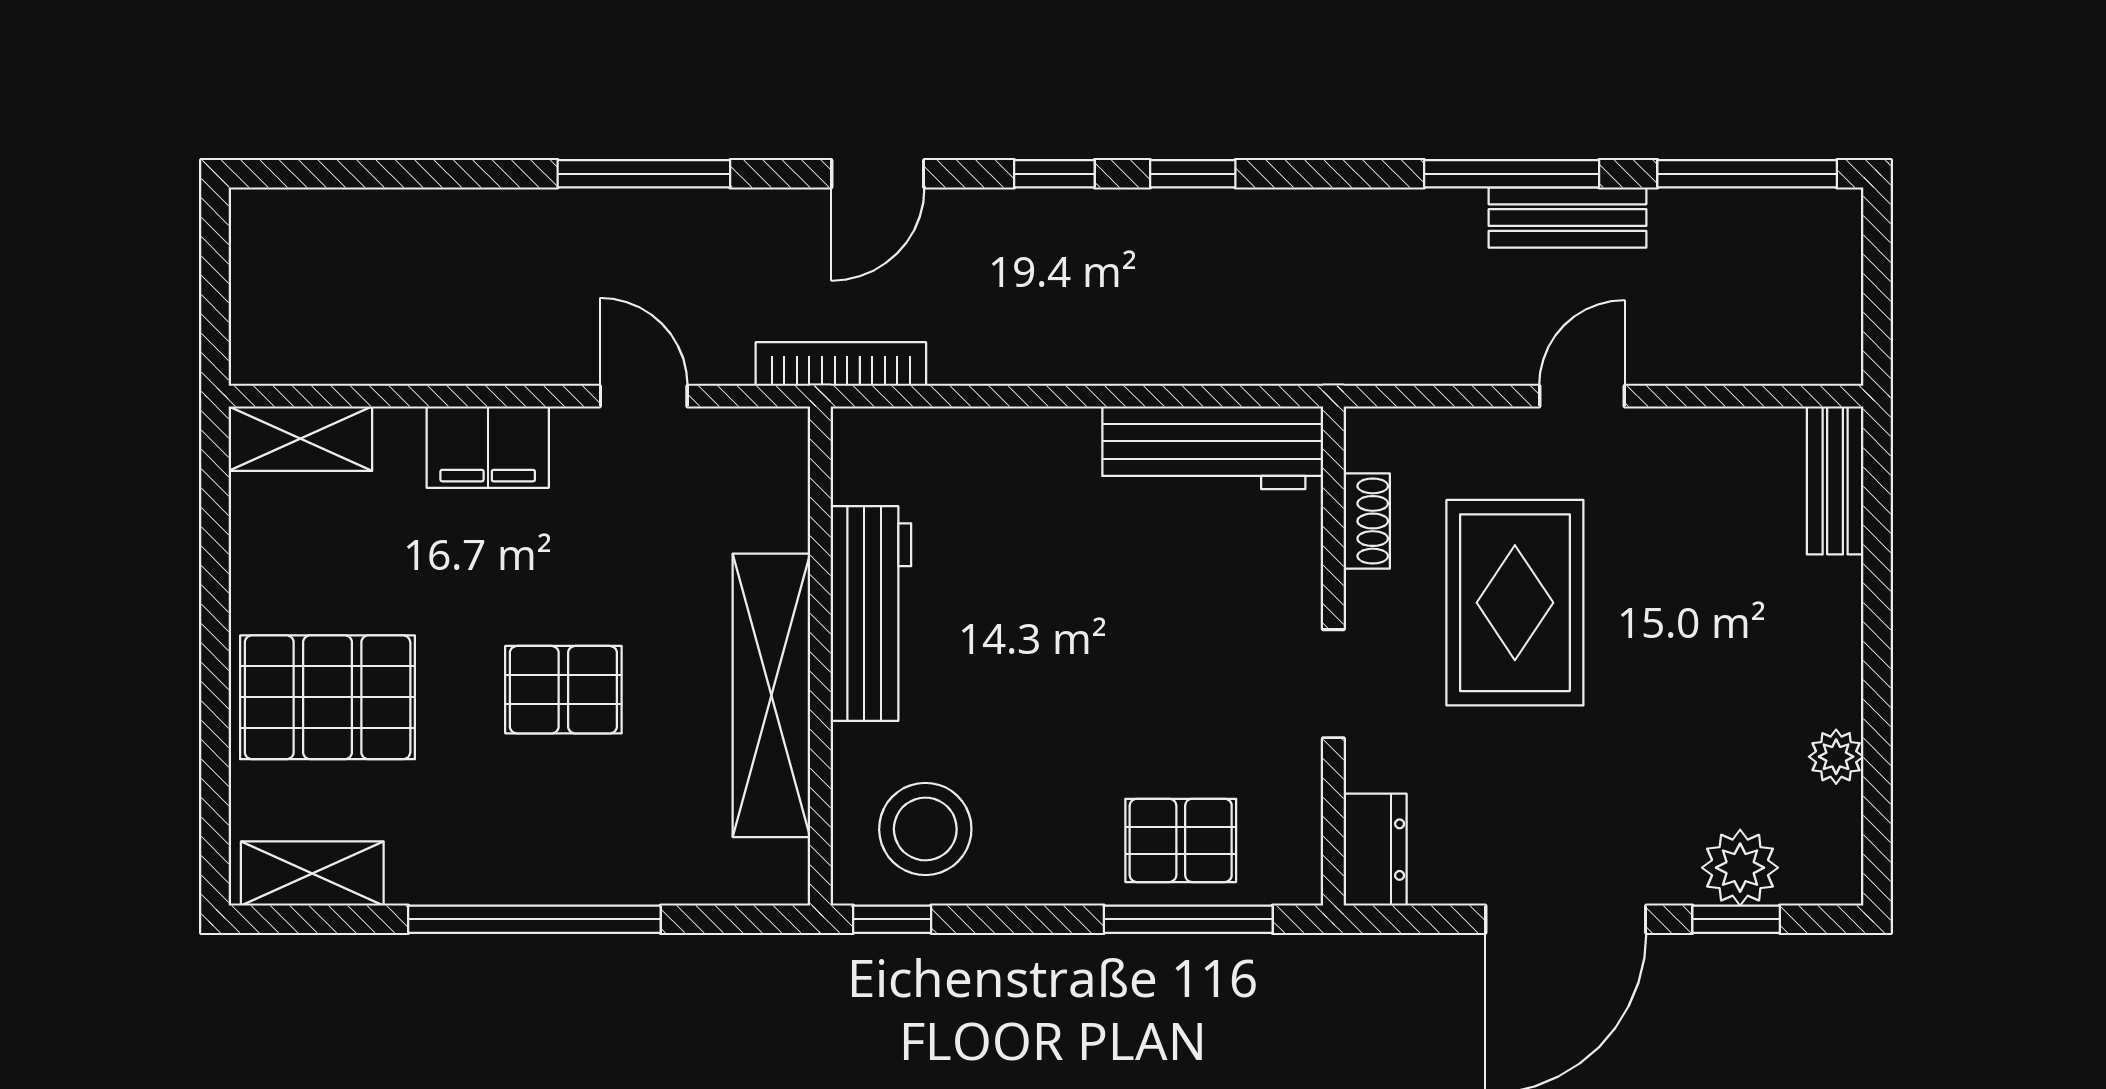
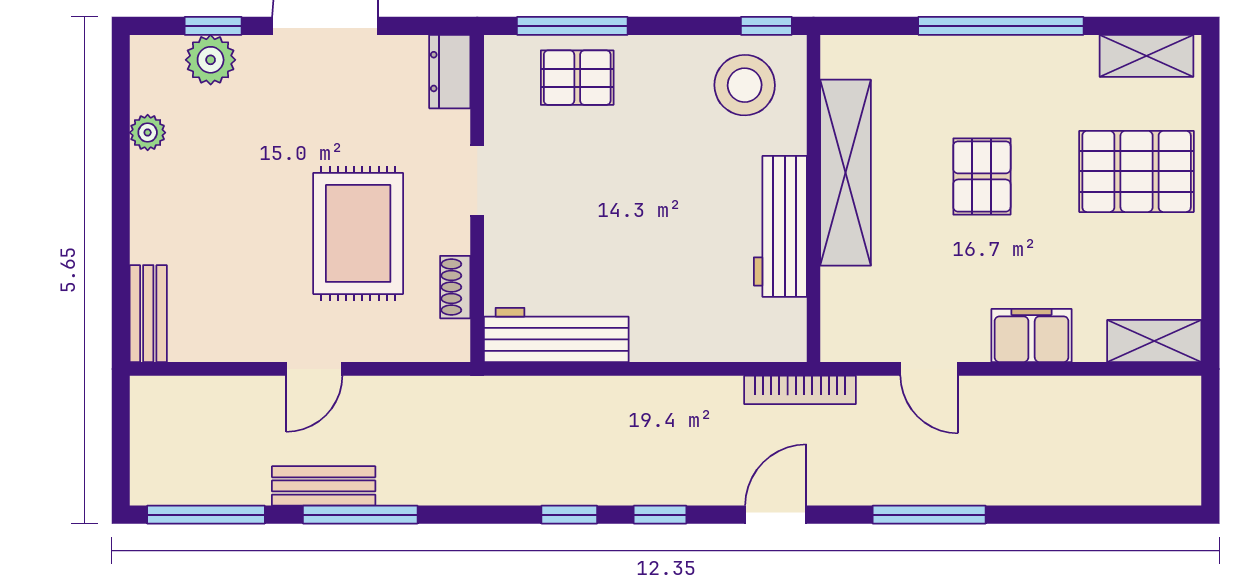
pallet: (563, 690) -> (982, 176), turned 90

